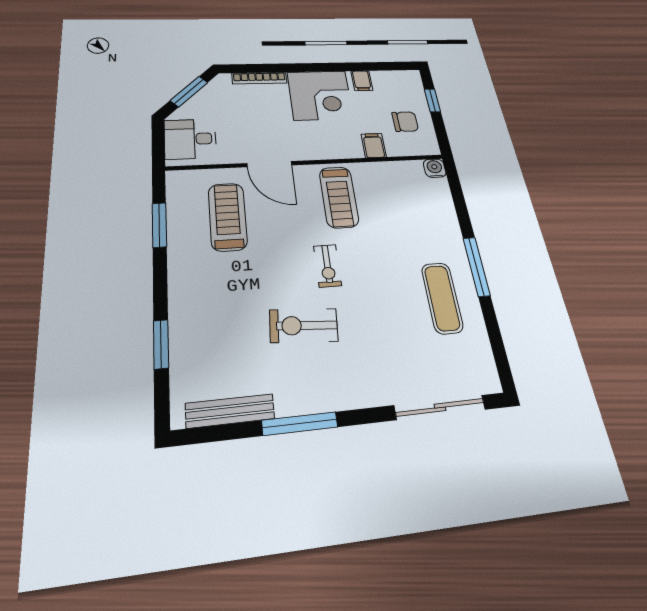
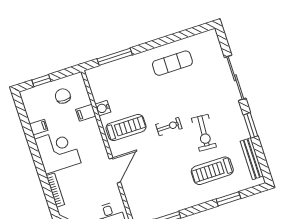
water cooler: (435, 168) -> (103, 108), moved
treadmill: (228, 217) -> (212, 171), moved
window: (477, 267) -> (115, 57), moved
sliding door: (440, 407) -> (235, 78), moved
window: (300, 424) -> (251, 125), width x0.69

